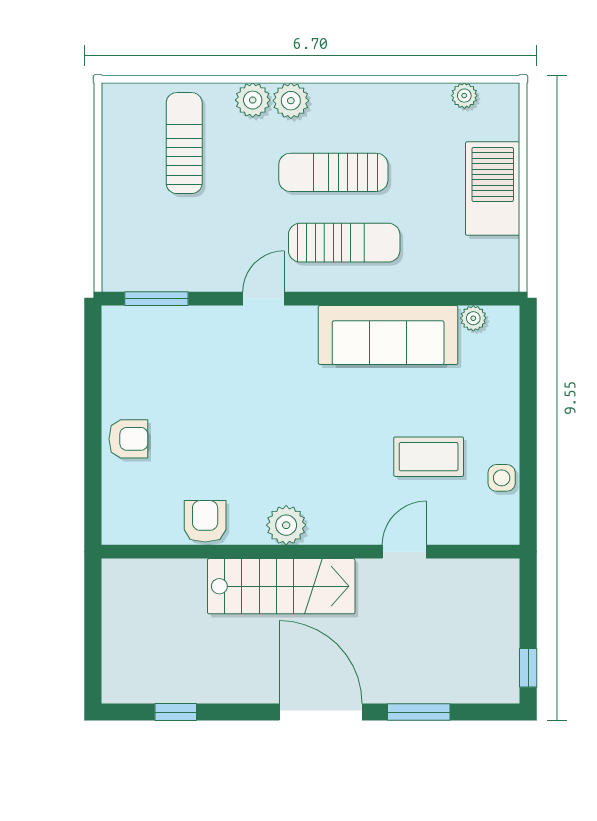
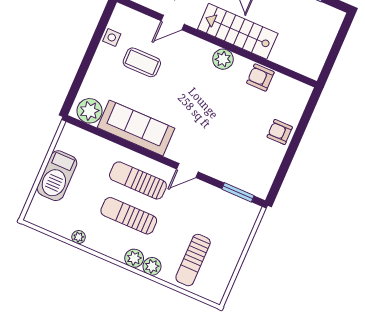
plant: (464, 96) -> (79, 237), moved
sun lounger: (333, 172) -> (129, 216), turned 180
plant: (473, 318) -> (90, 111), width x1.87, depth x1.87
armchair: (205, 521) -> (260, 77), turned 90

